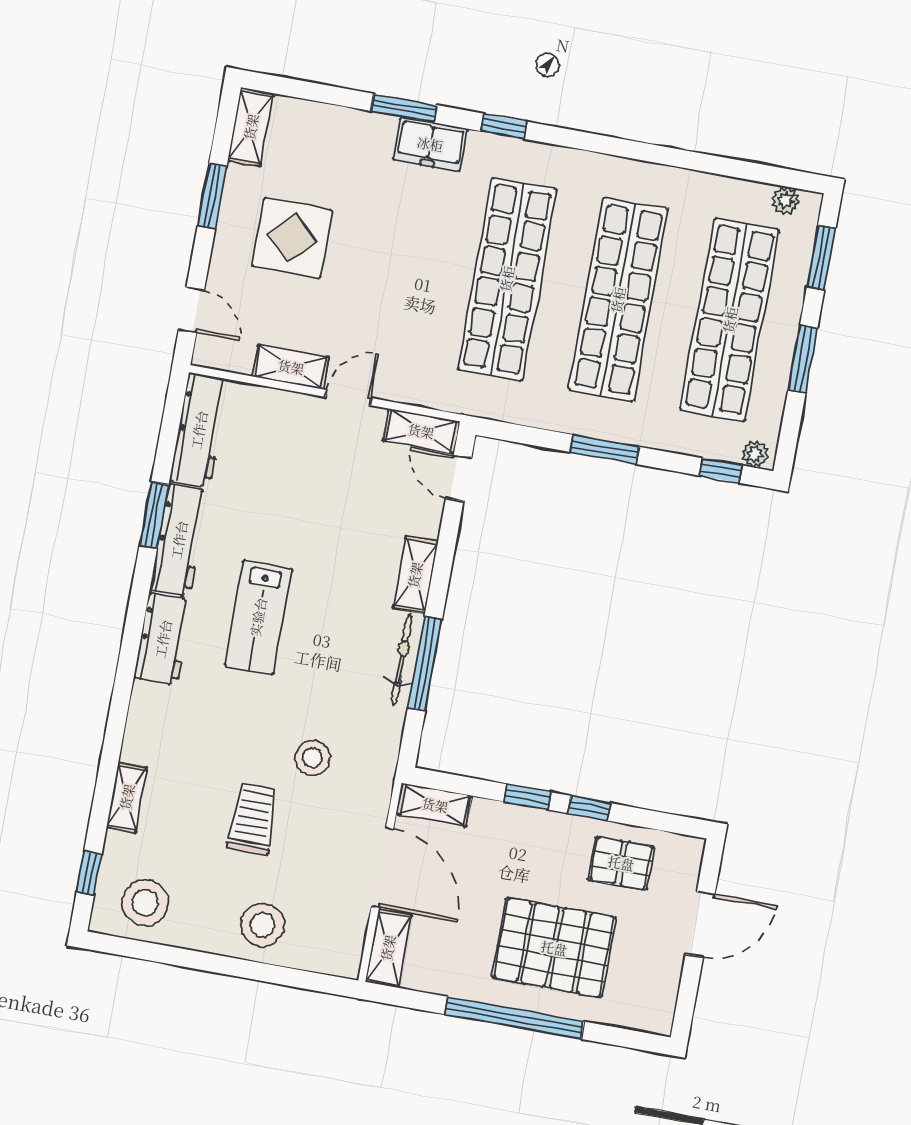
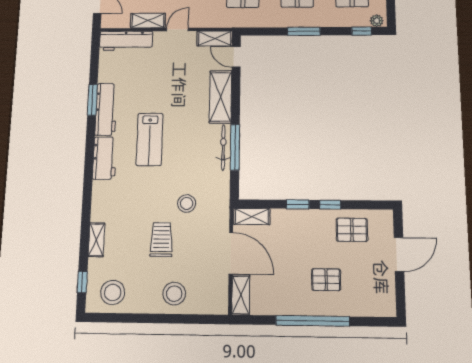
workbench: (199, 430) -> (126, 41), moved, turned 90
shelving: (415, 575) -> (221, 97), width x1.50, depth x1.33
pallet: (554, 948) -> (326, 280), width x0.49, depth x0.50

